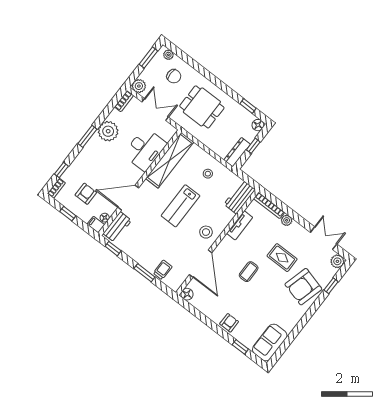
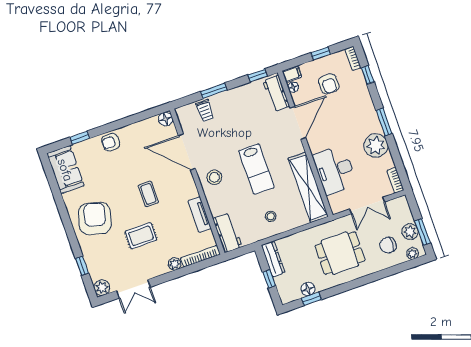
plant: (139, 86) -> (410, 232), moved
floor lamp: (258, 125) -> (308, 289), moved
lab bench: (181, 206) -> (256, 169), turned 180
armchair: (303, 287) -> (95, 218), moved
armchair: (229, 323) -> (111, 142), turned 90

